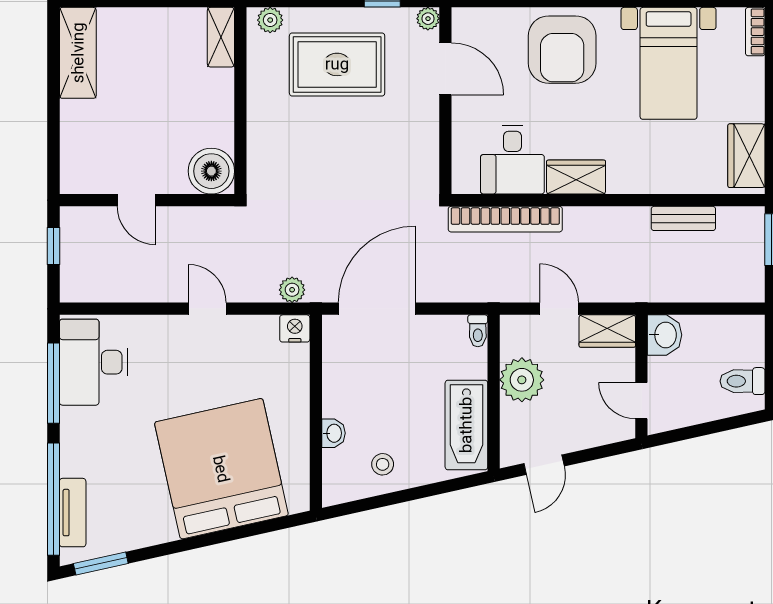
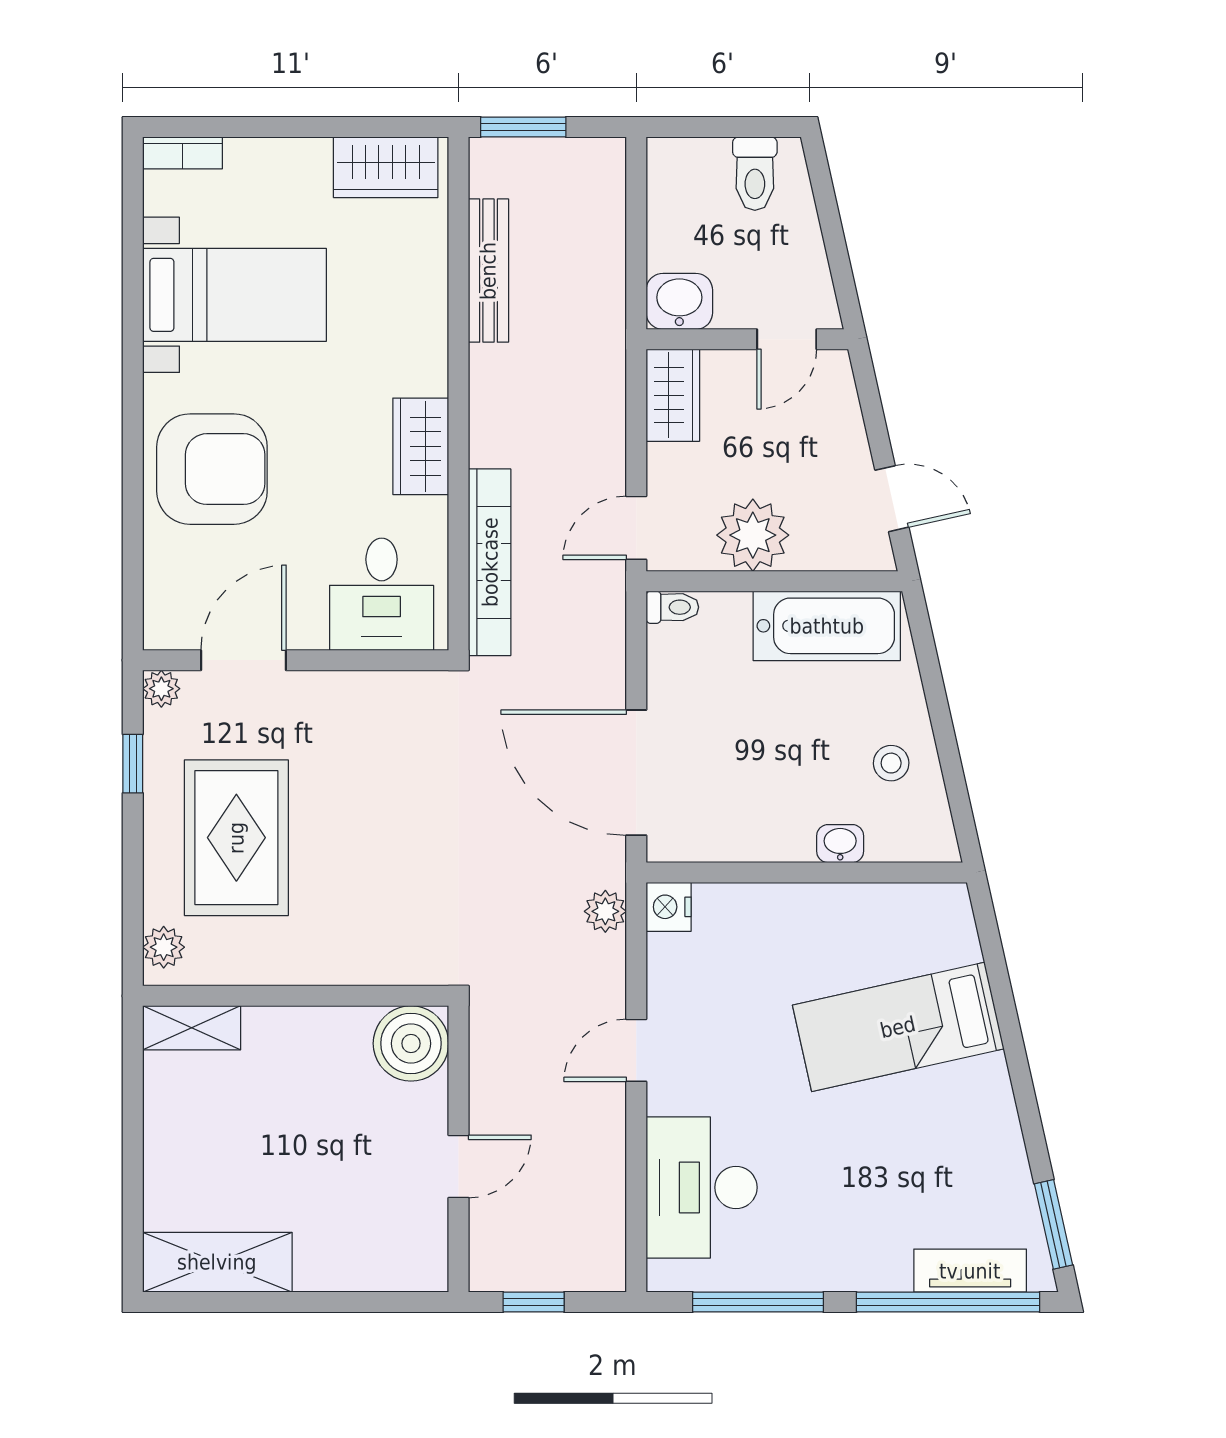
desk: (512, 160) -> (382, 594), moved, turned 90
bench: (683, 218) -> (488, 271), width x1.36
door: (559, 309) -> (636, 528), moved
desk: (93, 362) -> (702, 1187), moved, turned 90
bed: (221, 469) -> (898, 1027), width x0.49

